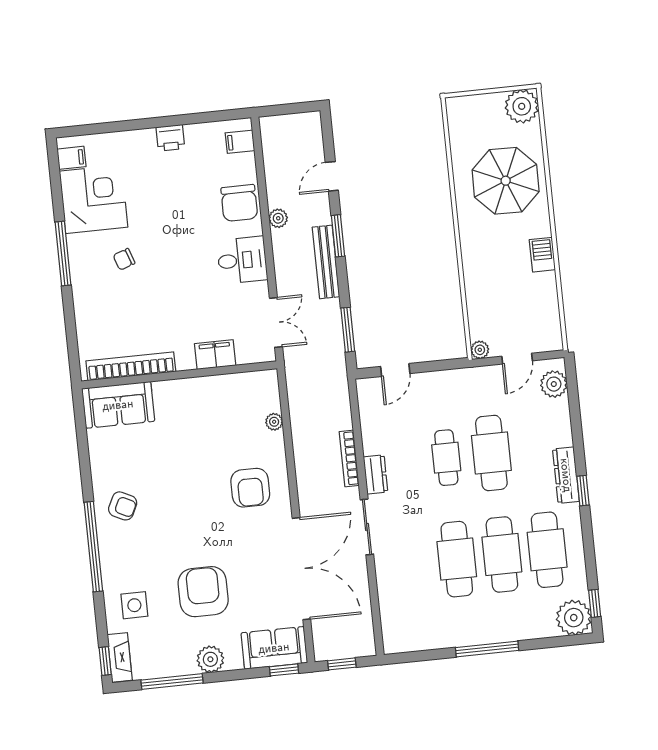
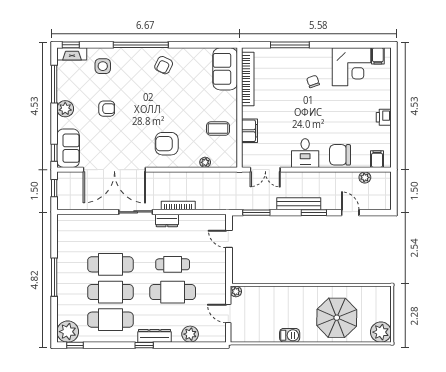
plant: (278, 218) -> (365, 177), moved
window: (63, 254) -> (290, 45), moved
plant: (554, 384) -> (190, 334), moved
coffee table: (217, 406) -> (218, 129), added
armchair: (203, 592) -> (107, 109), width x0.53, depth x0.53

